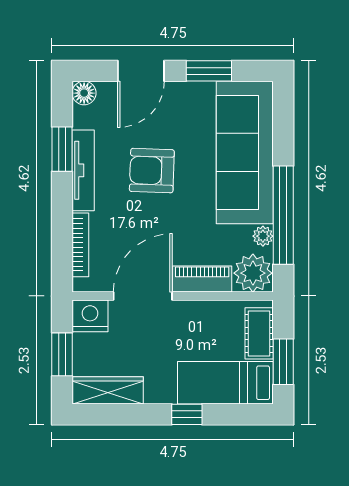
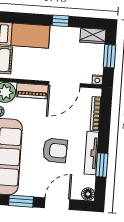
nightstand: (90, 316) -> (97, 80), width x0.53, depth x0.56
wardrobe: (108, 390) -> (93, 36), width x0.67
window: (187, 414) -> (60, 21), moved

